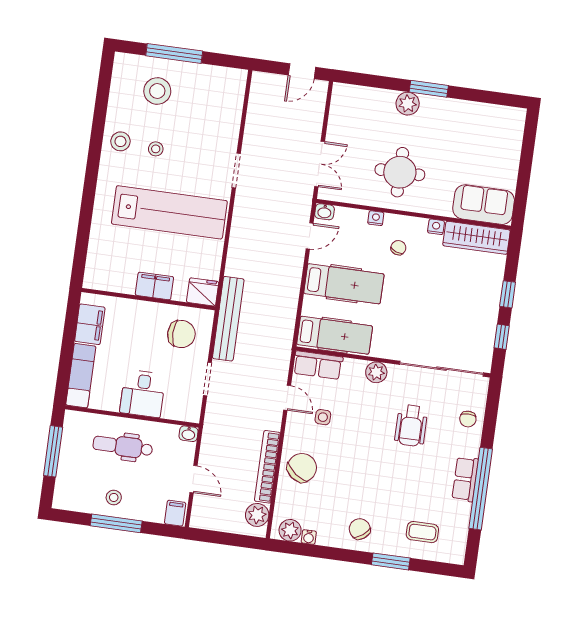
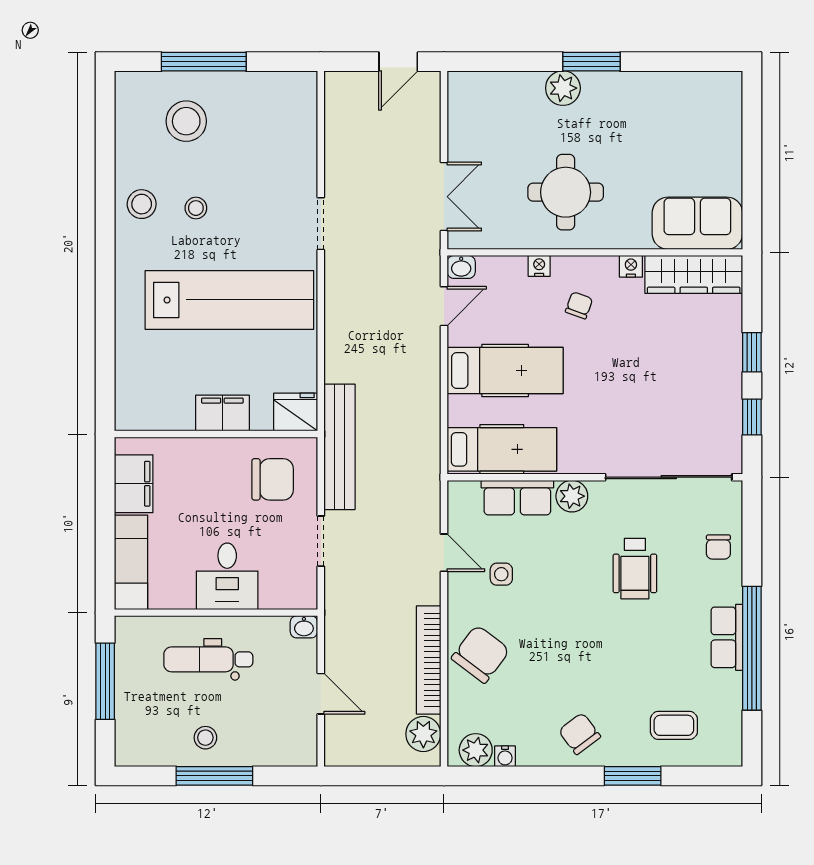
row of seats: (318, 365) -> (517, 498), moved
filing cabinet: (175, 513) -> (300, 748), removed

